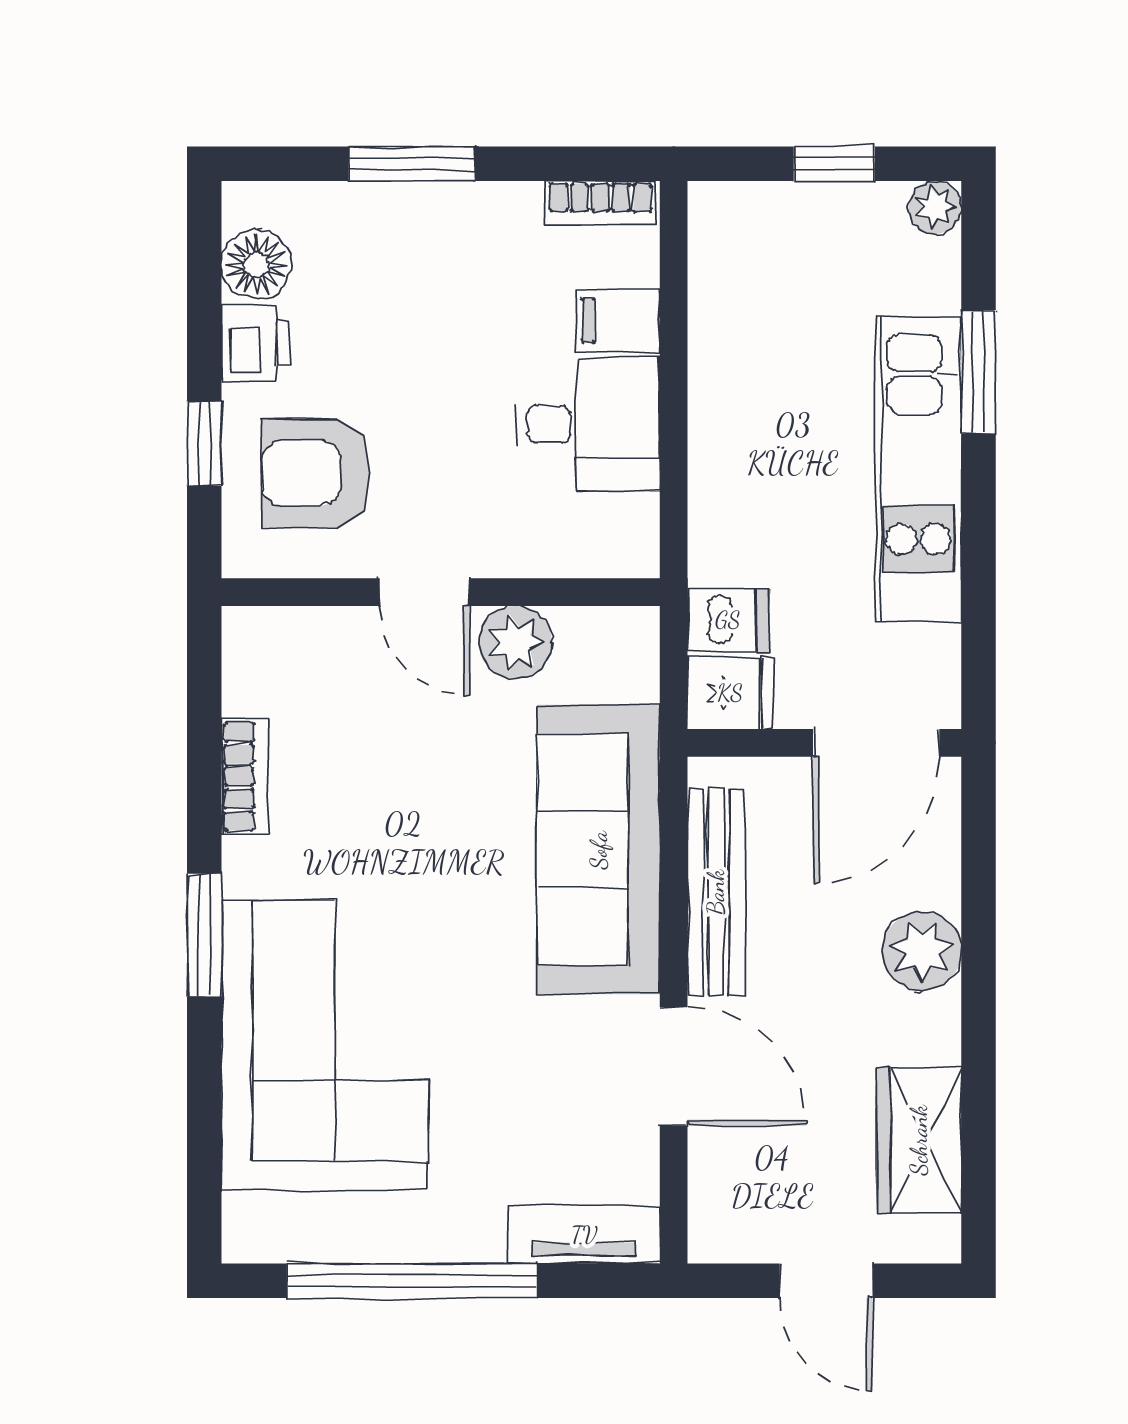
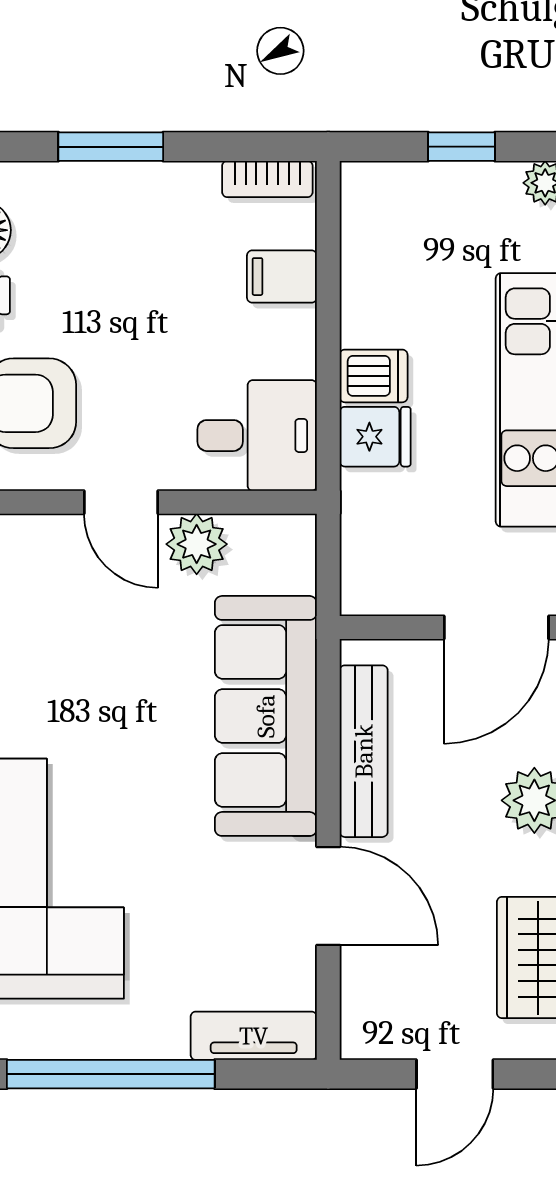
desk: (588, 424) -> (257, 436), moved
dishwasher: (728, 620) -> (374, 376), moved
fridge: (730, 693) -> (375, 437), moved
door: (826, 1281) -> (455, 1074), hinge flipped

